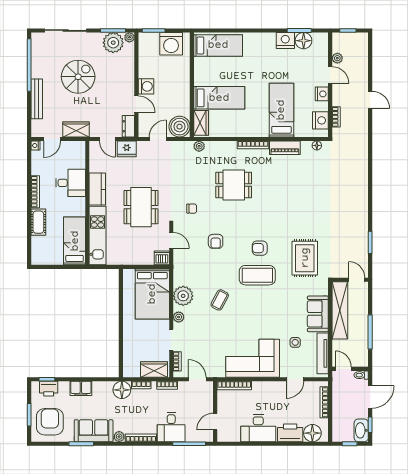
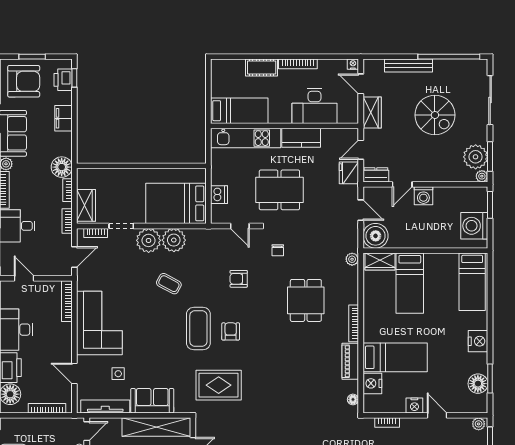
nightstand: (285, 40) -> (478, 341), moved
plant: (337, 58) -> (479, 424), moved
door: (330, 75) -> (437, 415), swing flipped
nightstand: (320, 120) -> (372, 383), moved, turned 90
desk: (71, 183) -> (314, 106), width x1.37
door: (171, 240) -> (240, 226), hinge flipped
dishwasher: (162, 258) -> (219, 195), moved
plant: (179, 317) -> (149, 240), width x1.88, depth x1.88

